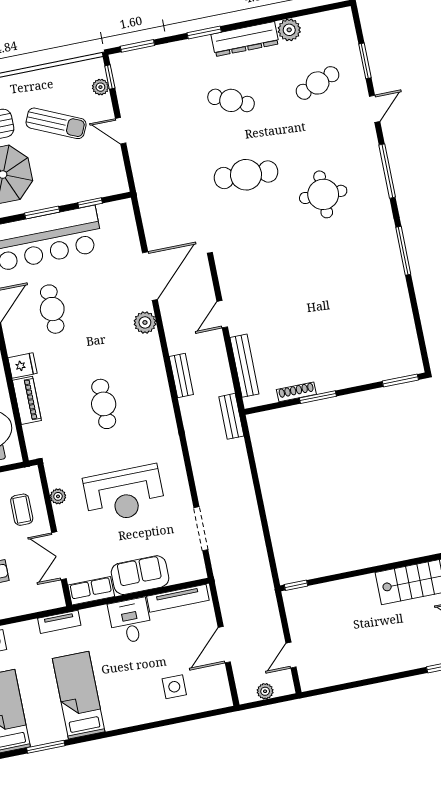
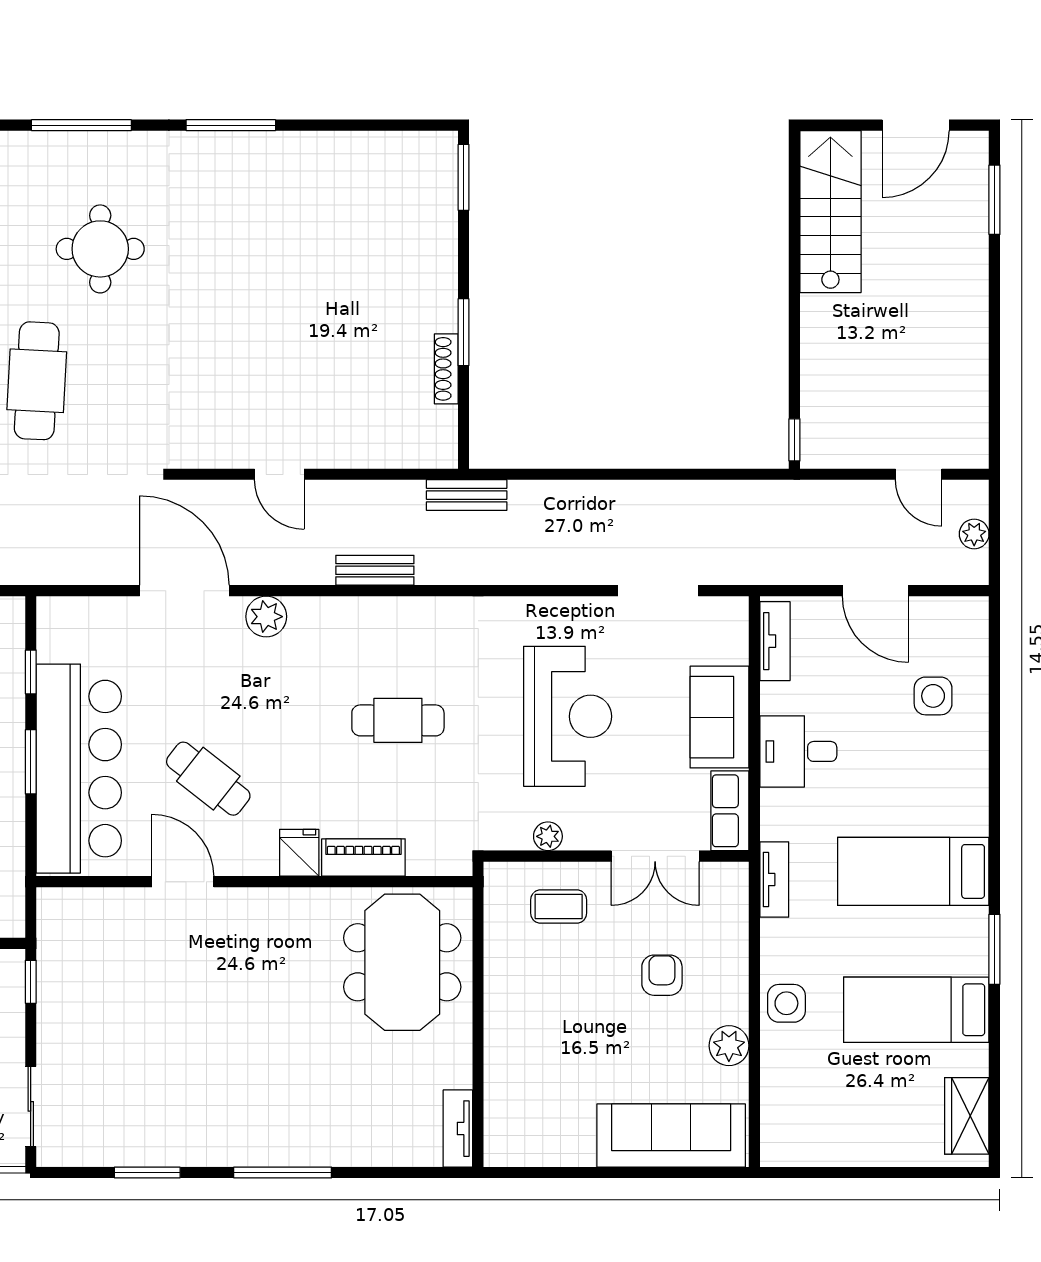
cafe table: (52, 309) -> (208, 779), turned 38
bench: (244, 366) -> (380, 453), removed
tv unit: (178, 598) -> (775, 641), width x0.71

